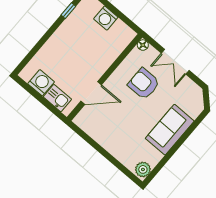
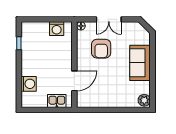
washing machine: (106, 18) -> (57, 29), moved
washing machine: (41, 83) -> (29, 84), moved, turned 90
armchair: (144, 84) -> (101, 49), turned -90

